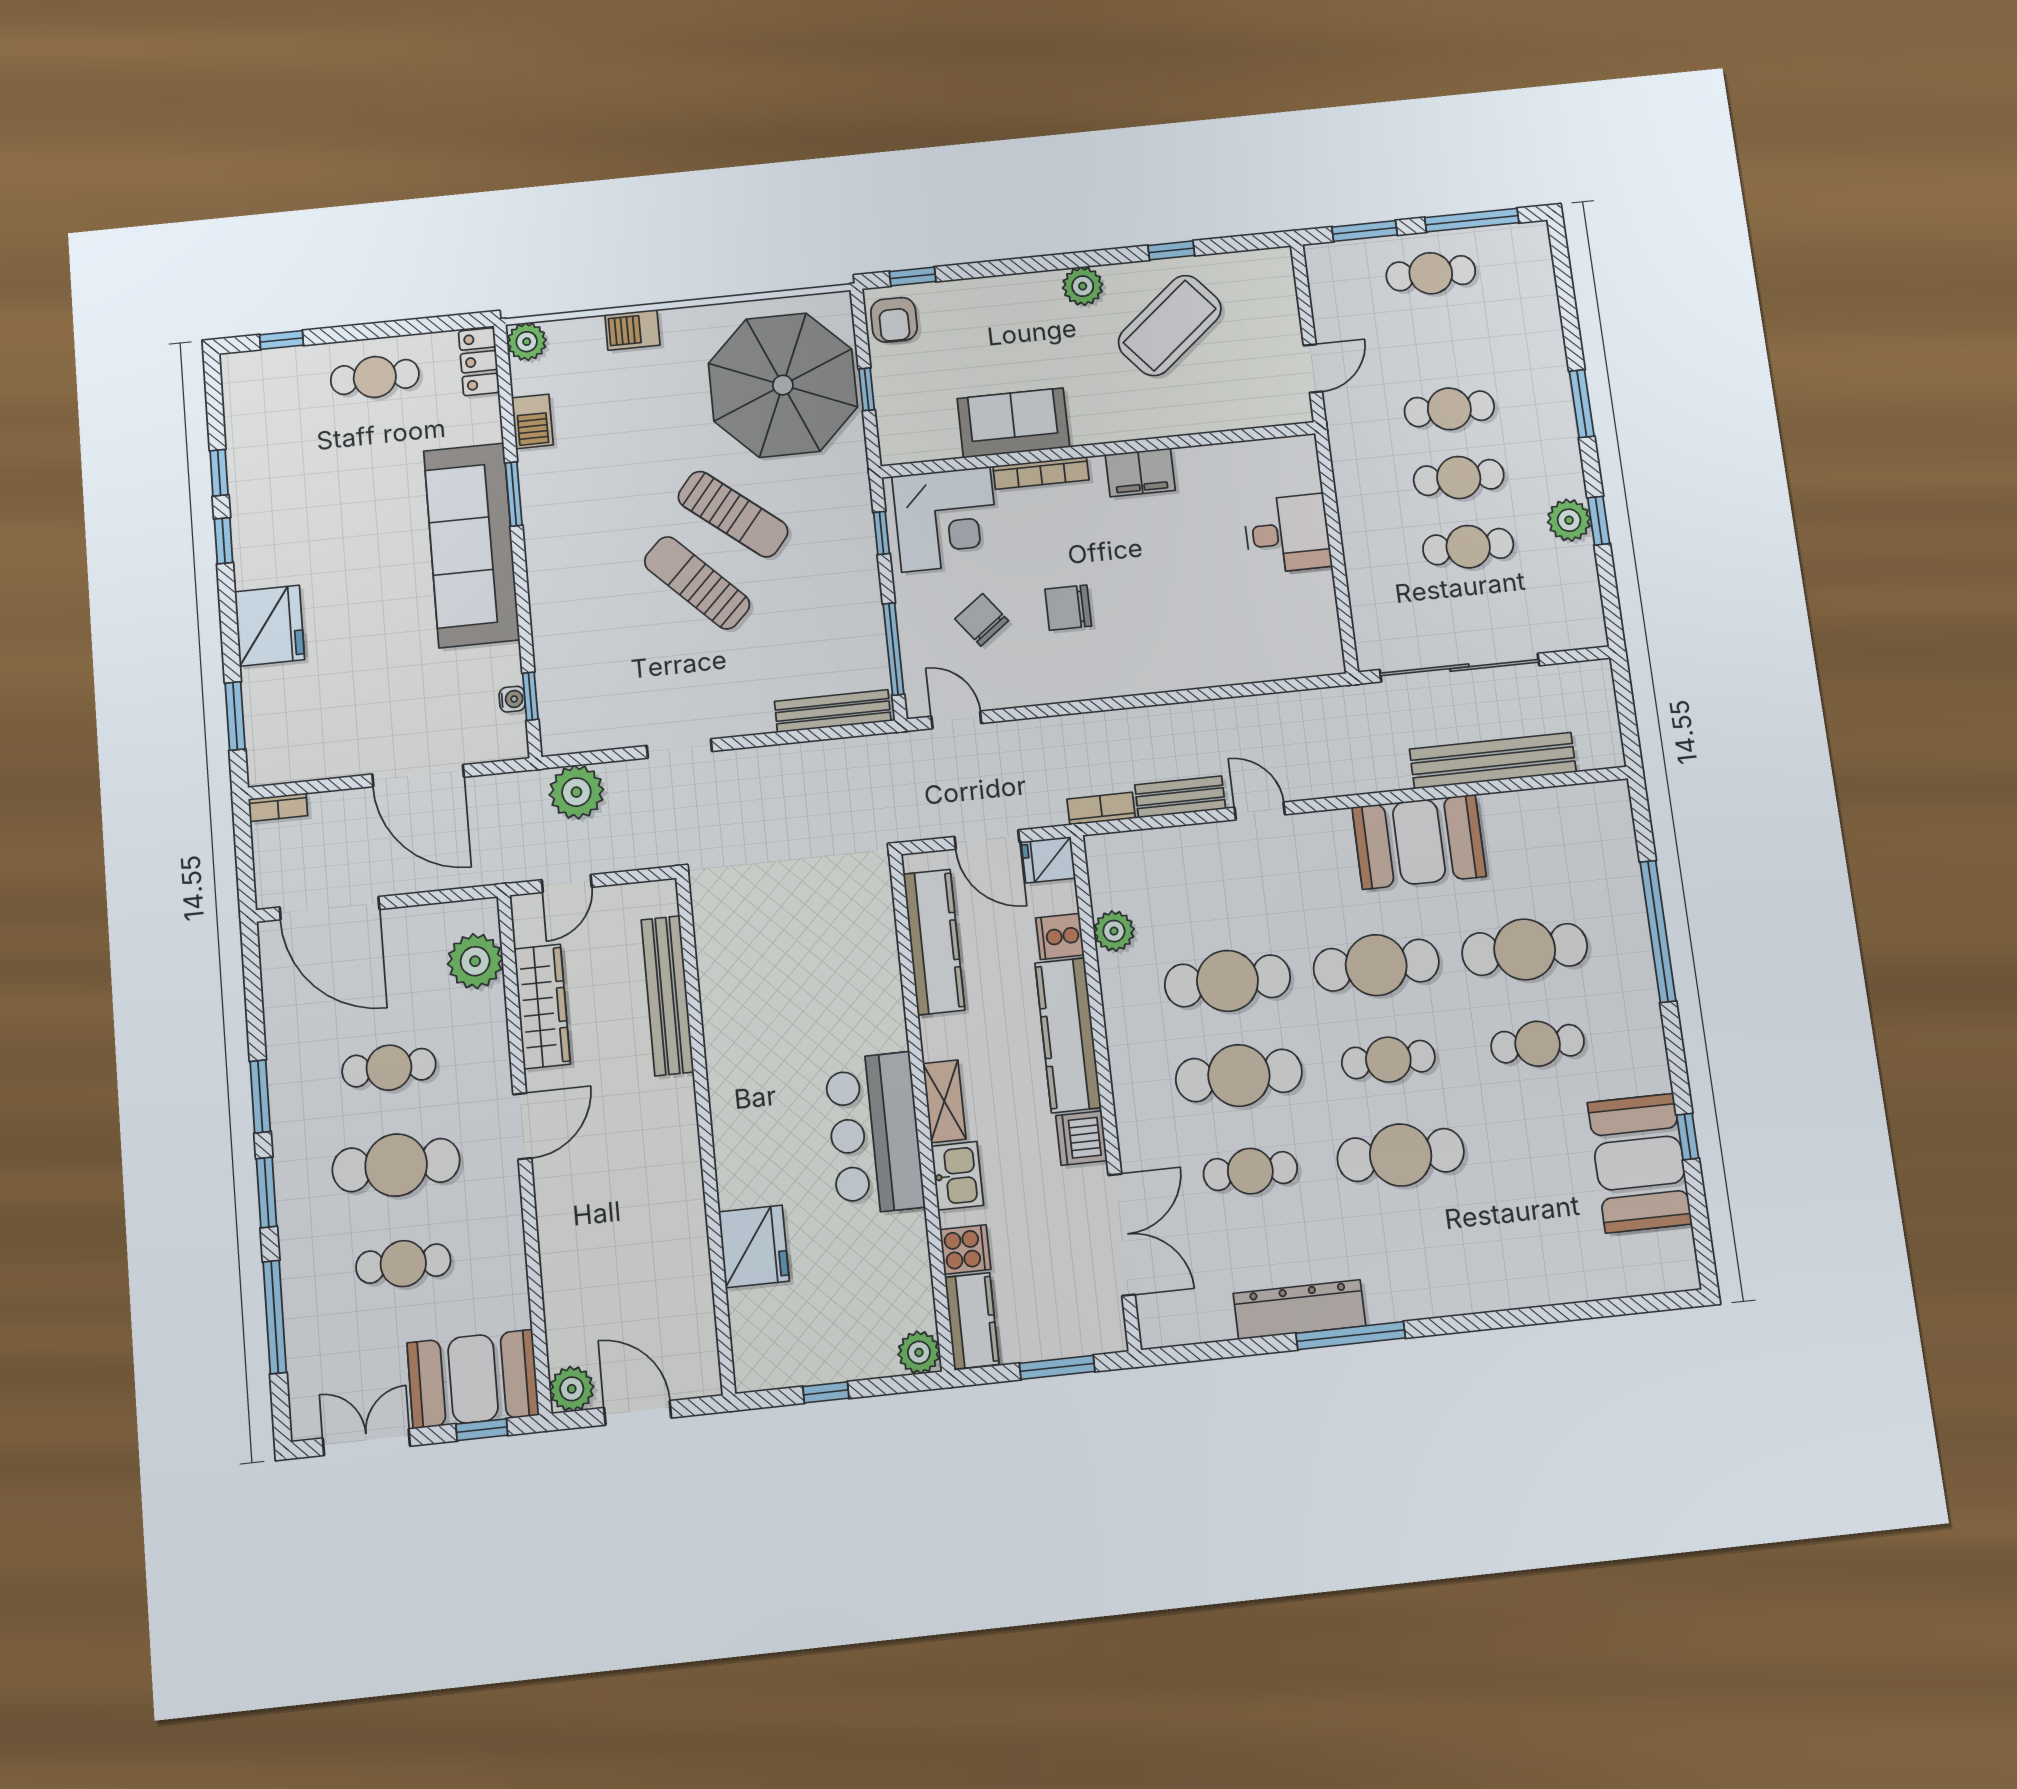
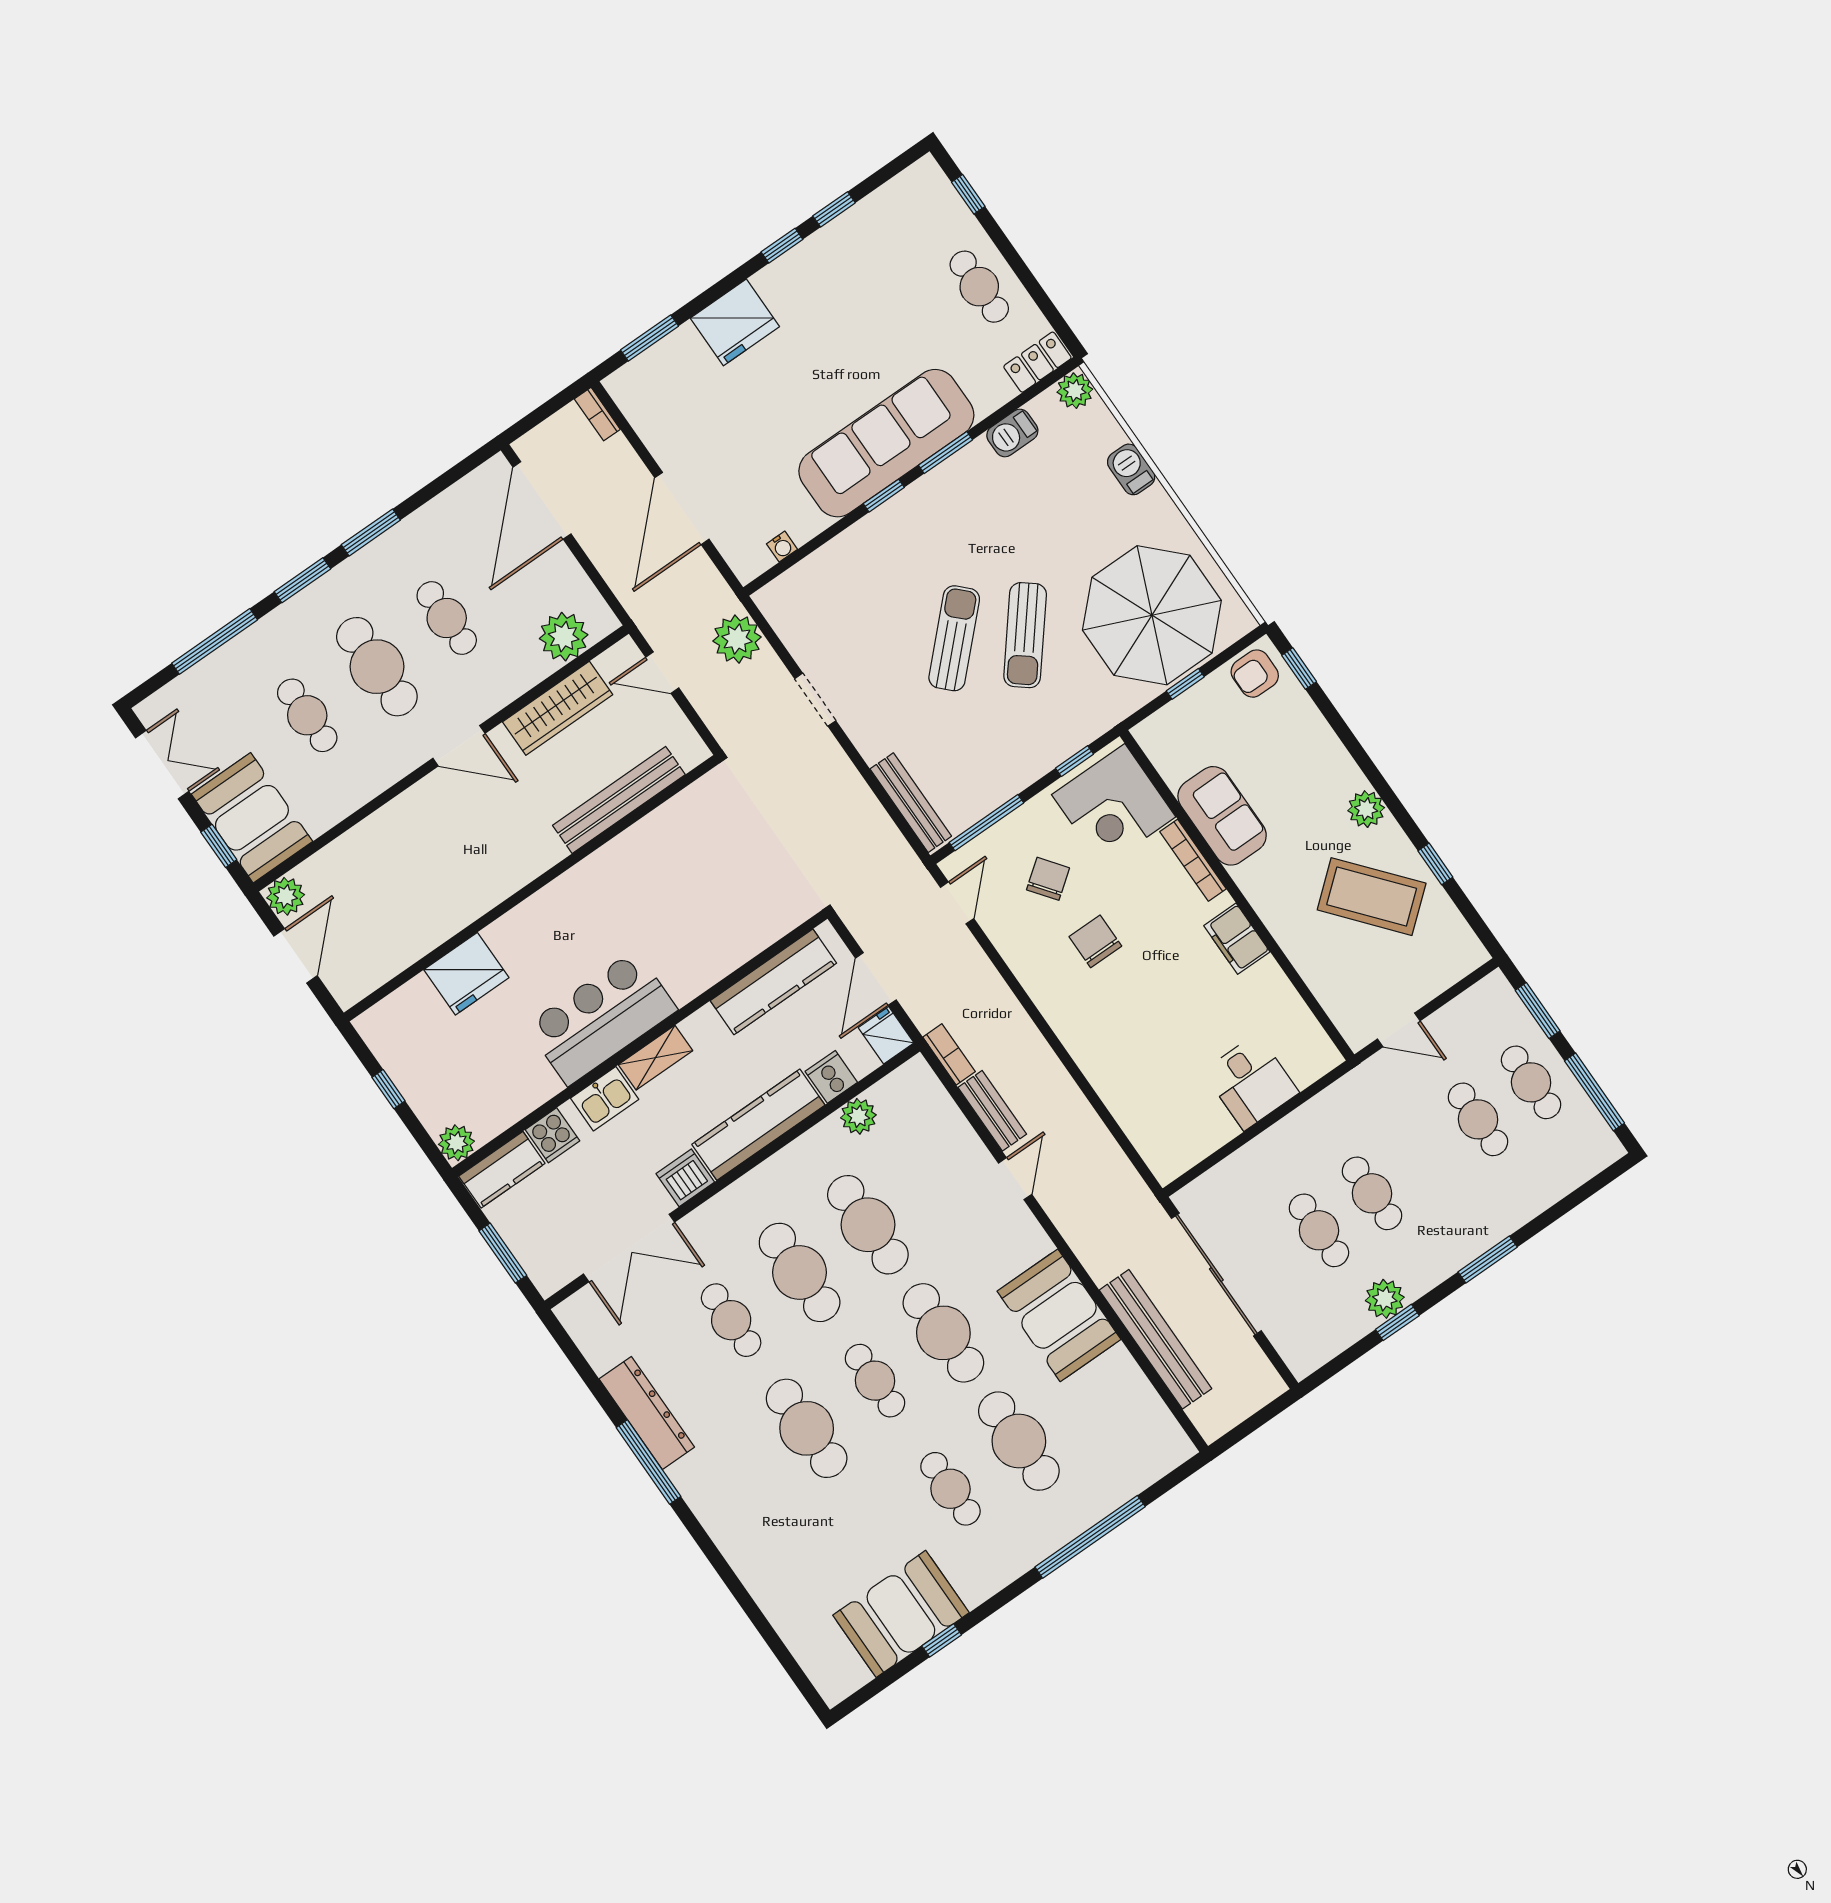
cafe table: (1449, 409) -> (1478, 1119), moved
window: (530, 696) -> (884, 496), moved

